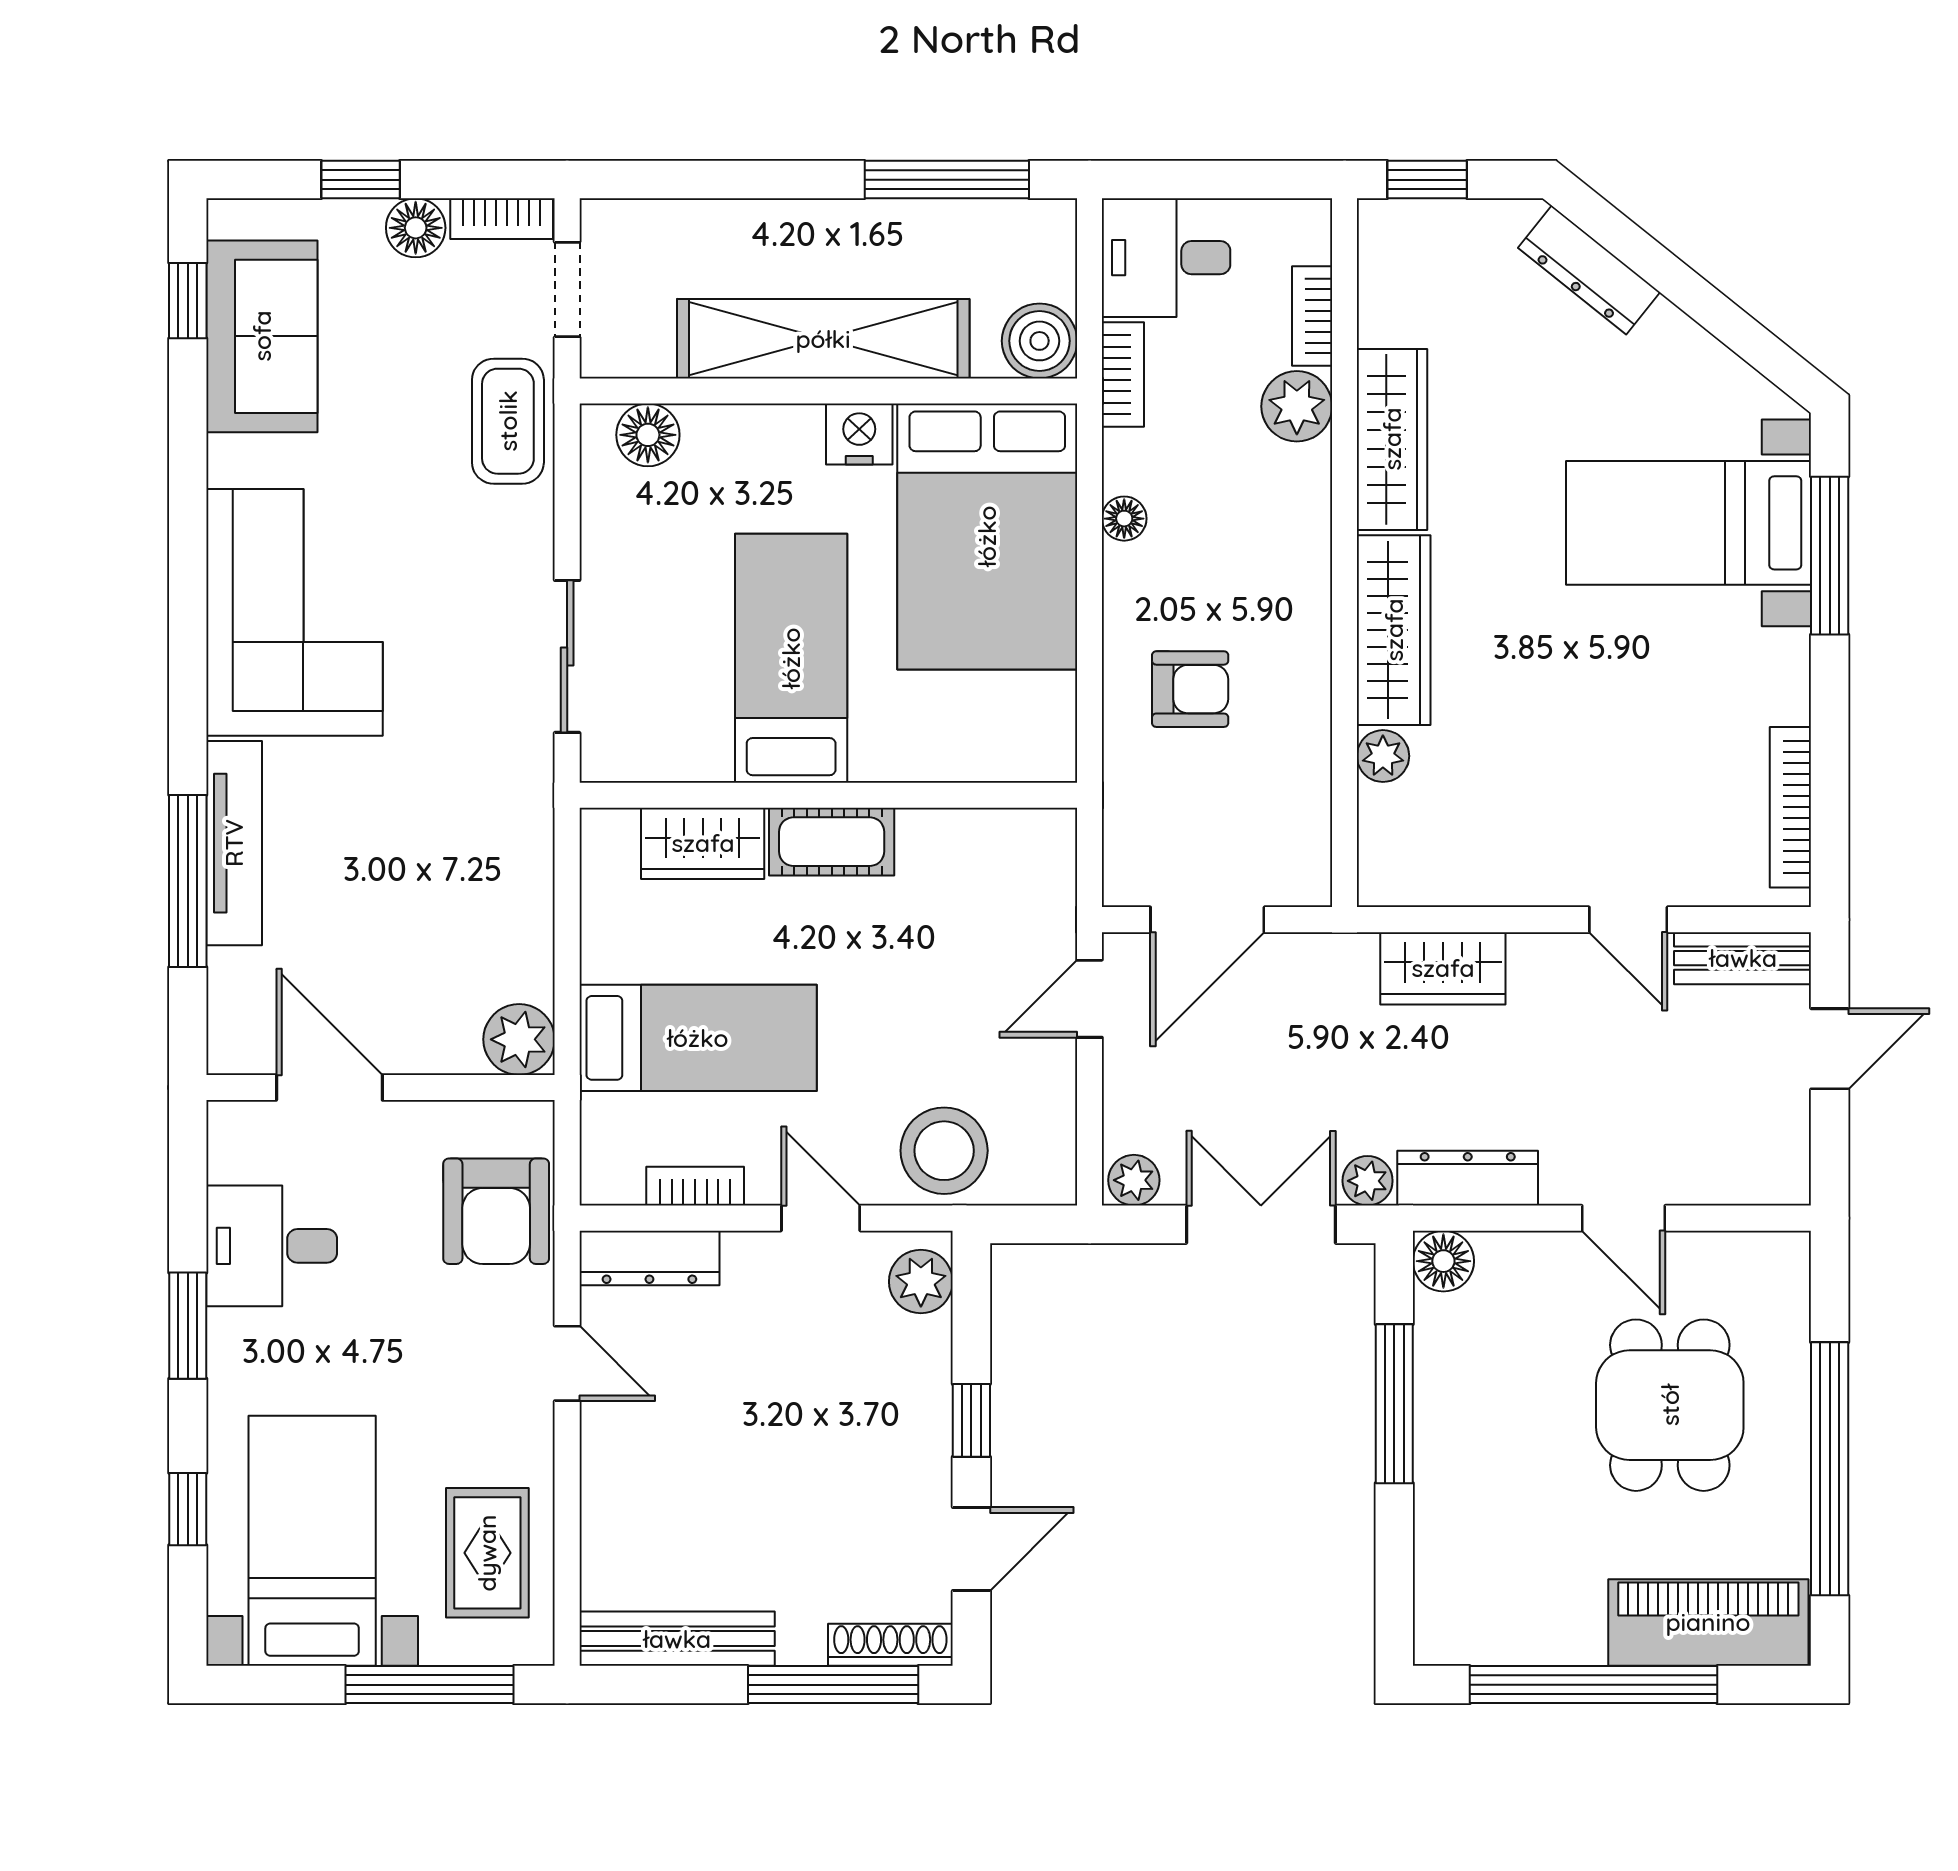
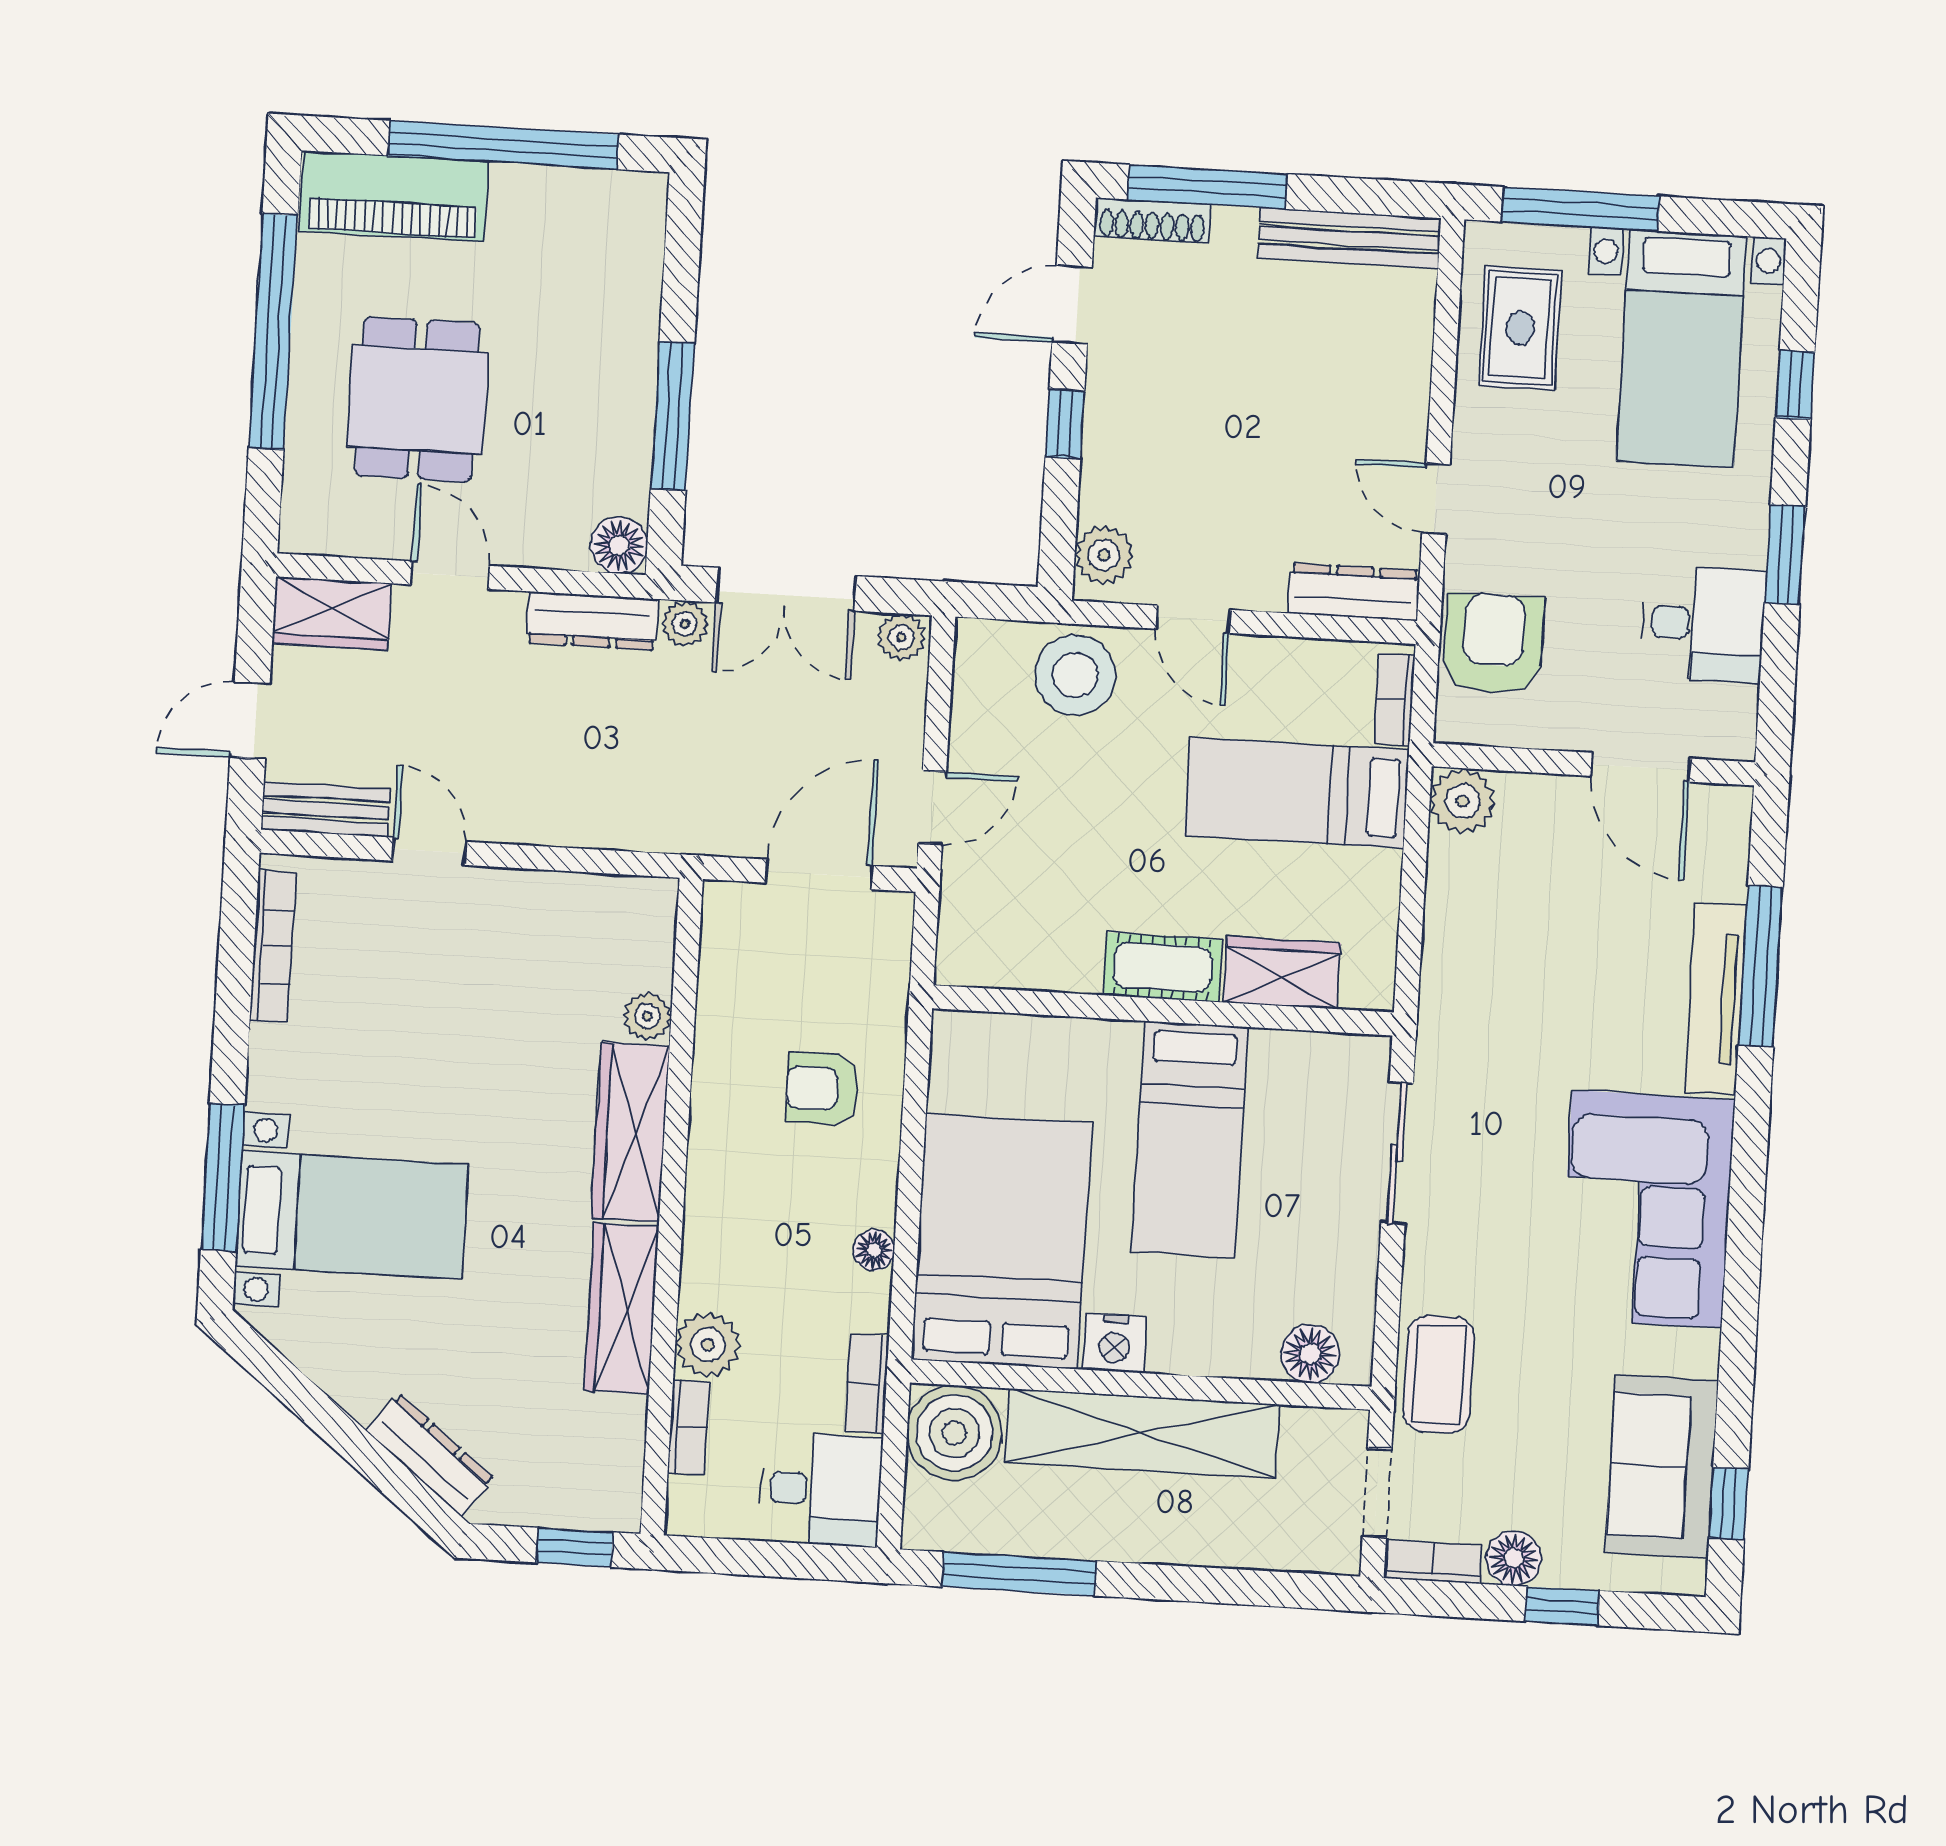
boiler: (1040, 341) -> (954, 1433), width x1.37, depth x1.37
wardrobe: (1443, 968) -> (332, 613), moved, turned 180
bookcase: (695, 1186) -> (1394, 699), moved, turned 90

